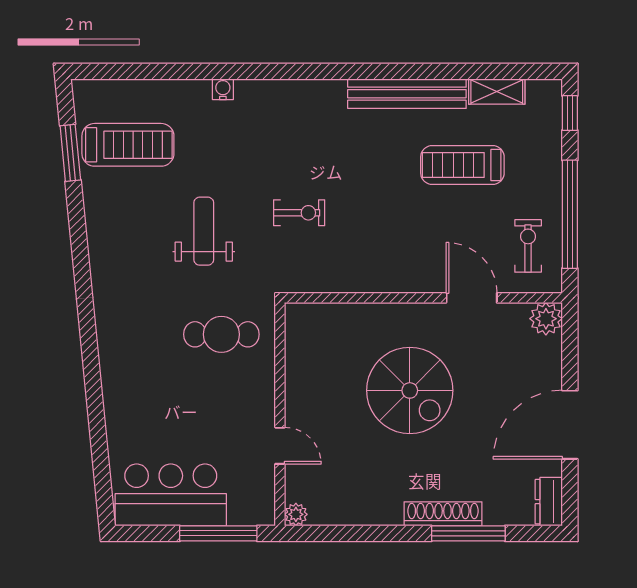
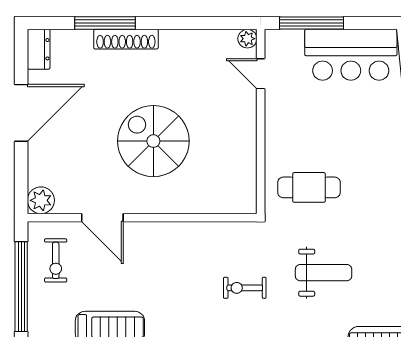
weight bench: (204, 231) -> (324, 273), turned -90
door: (280, 446) -> (261, 74), moved

